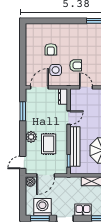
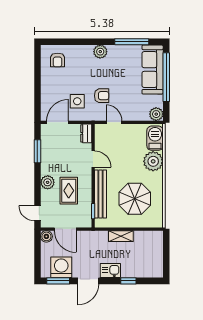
plant: (75, 29) -> (100, 52), added
armchair: (51, 49) -> (58, 60), moved
door: (69, 118) -> (93, 159), hinge flipped
door: (23, 162) -> (37, 213), hinge flipped
door: (46, 175) -> (65, 229), hinge flipped

